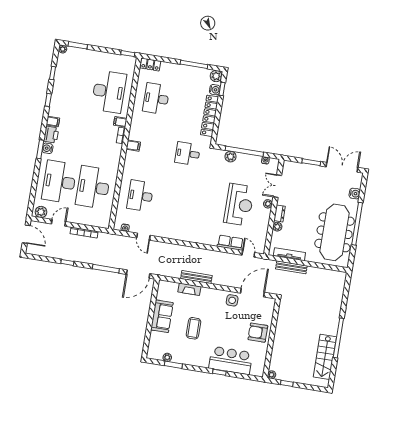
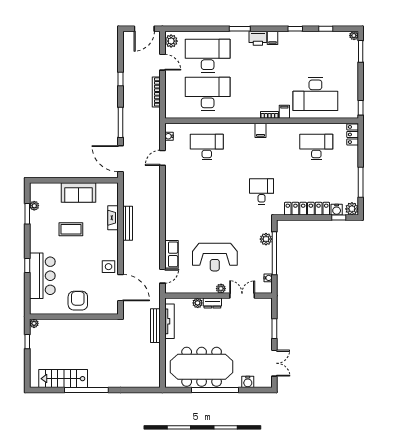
water cooler: (47, 148) -> (242, 37), removed
double door: (342, 167) -> (274, 363), width x0.73

